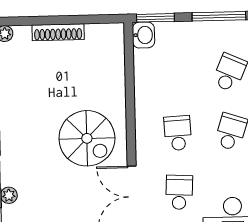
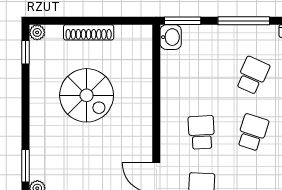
spiral stairs: (87, 138) -> (87, 95), moved

